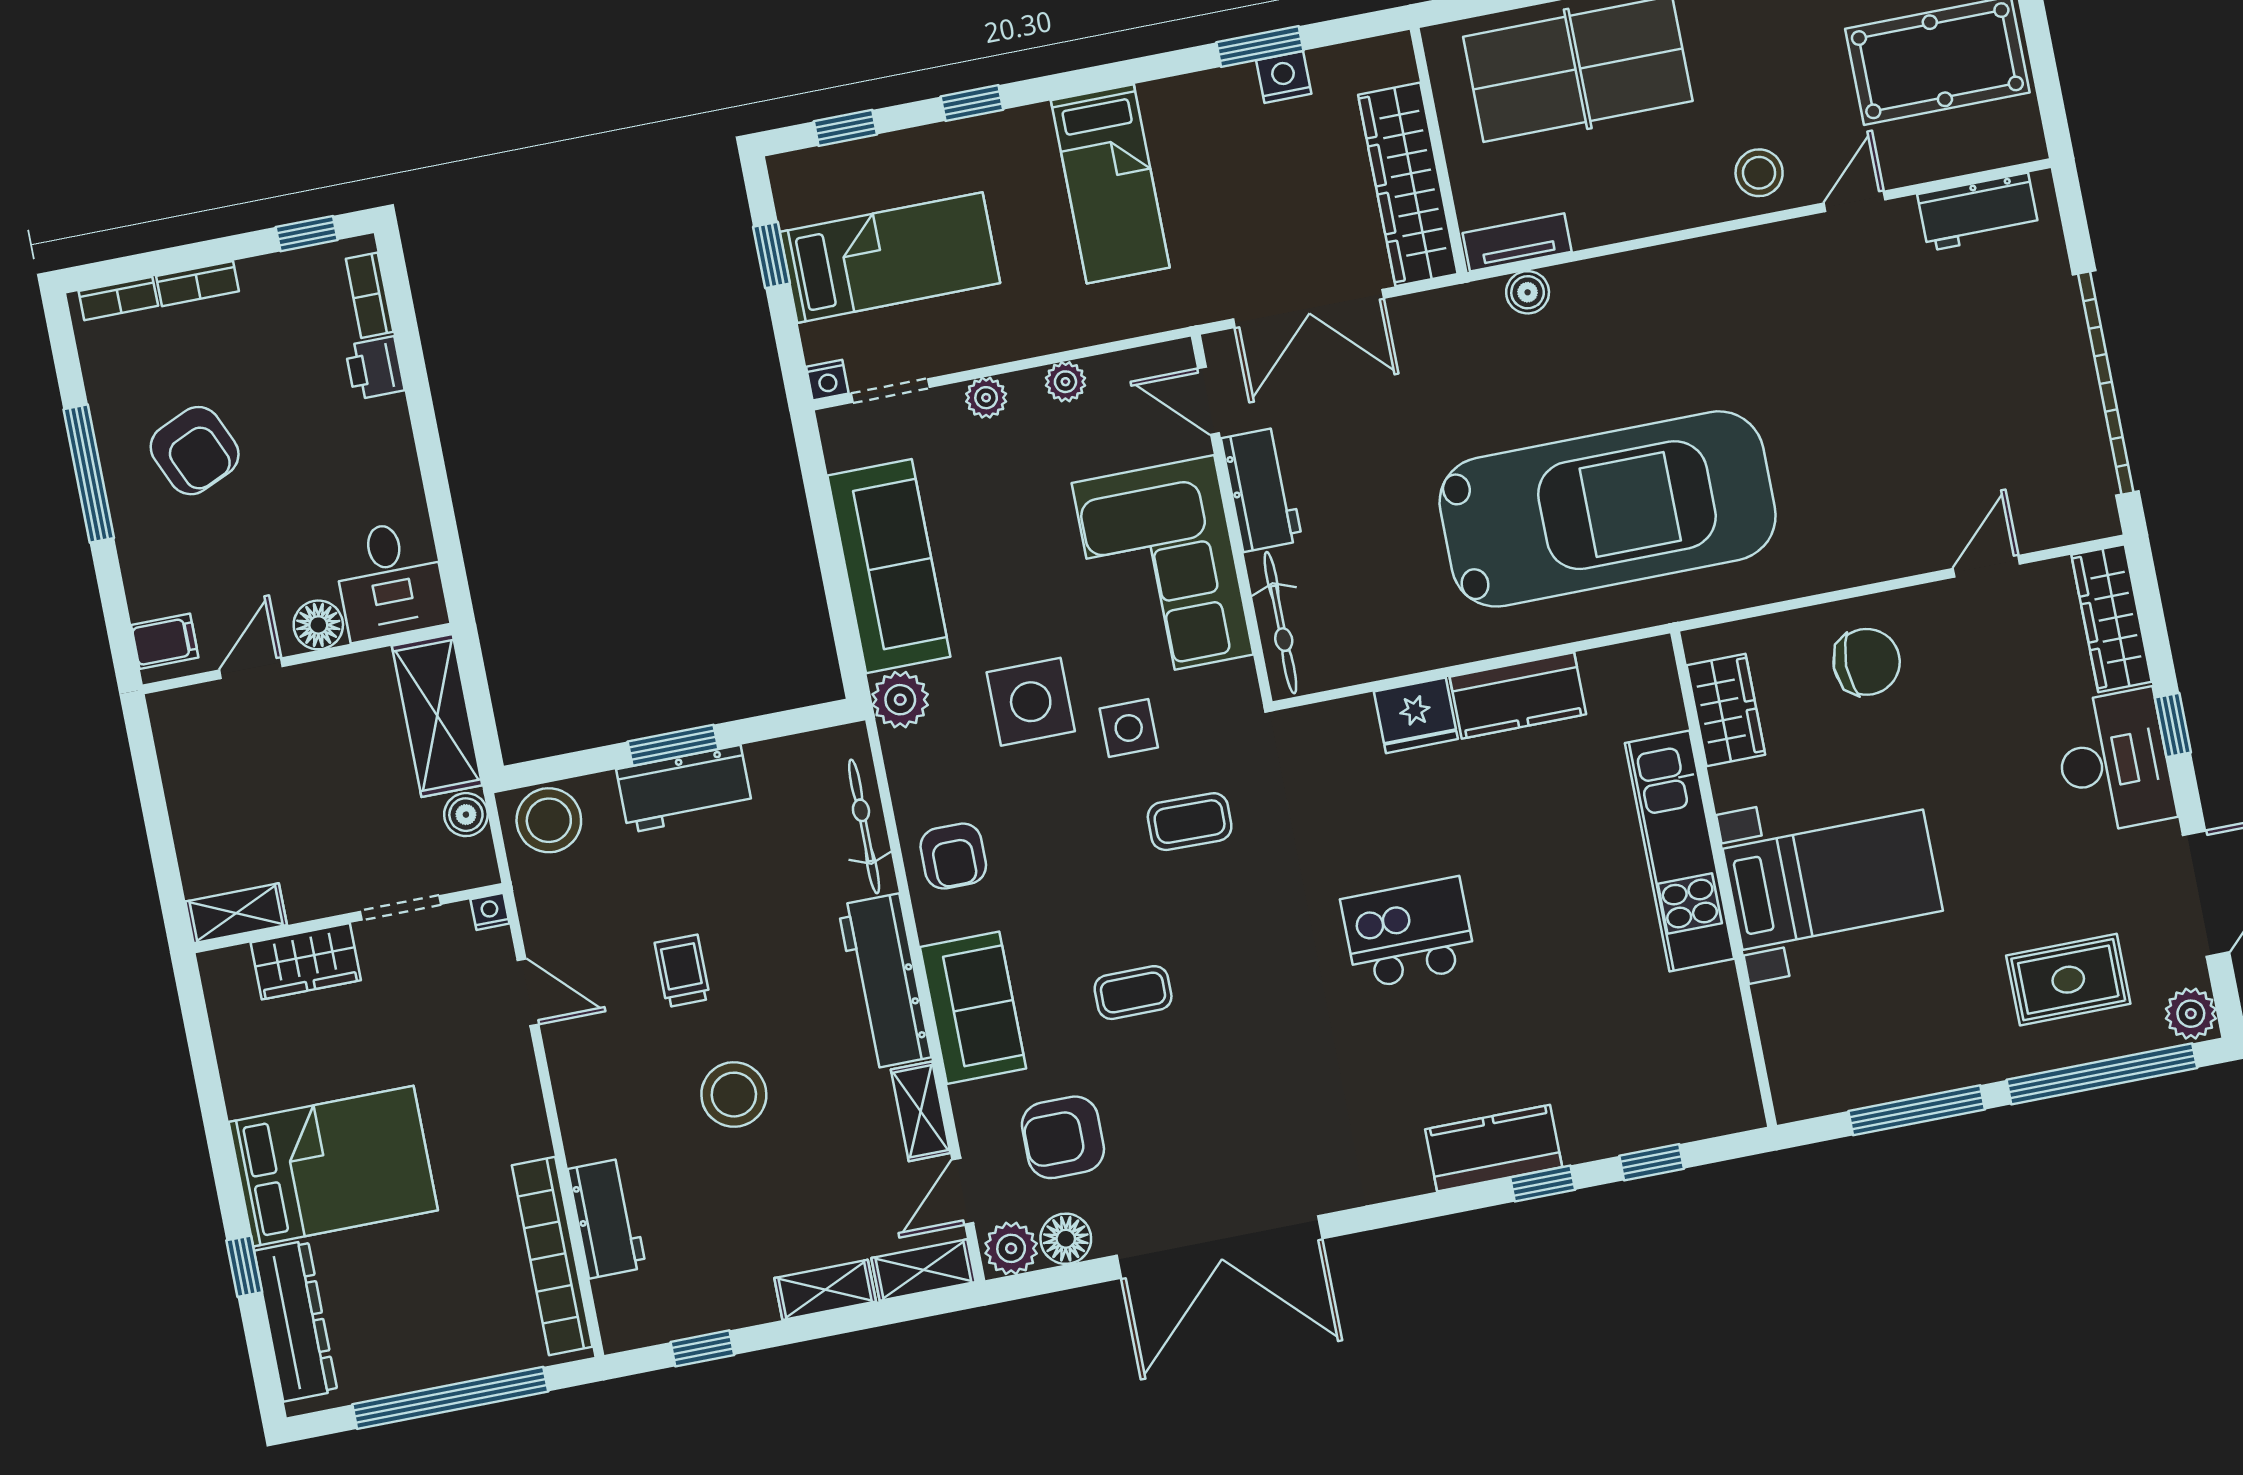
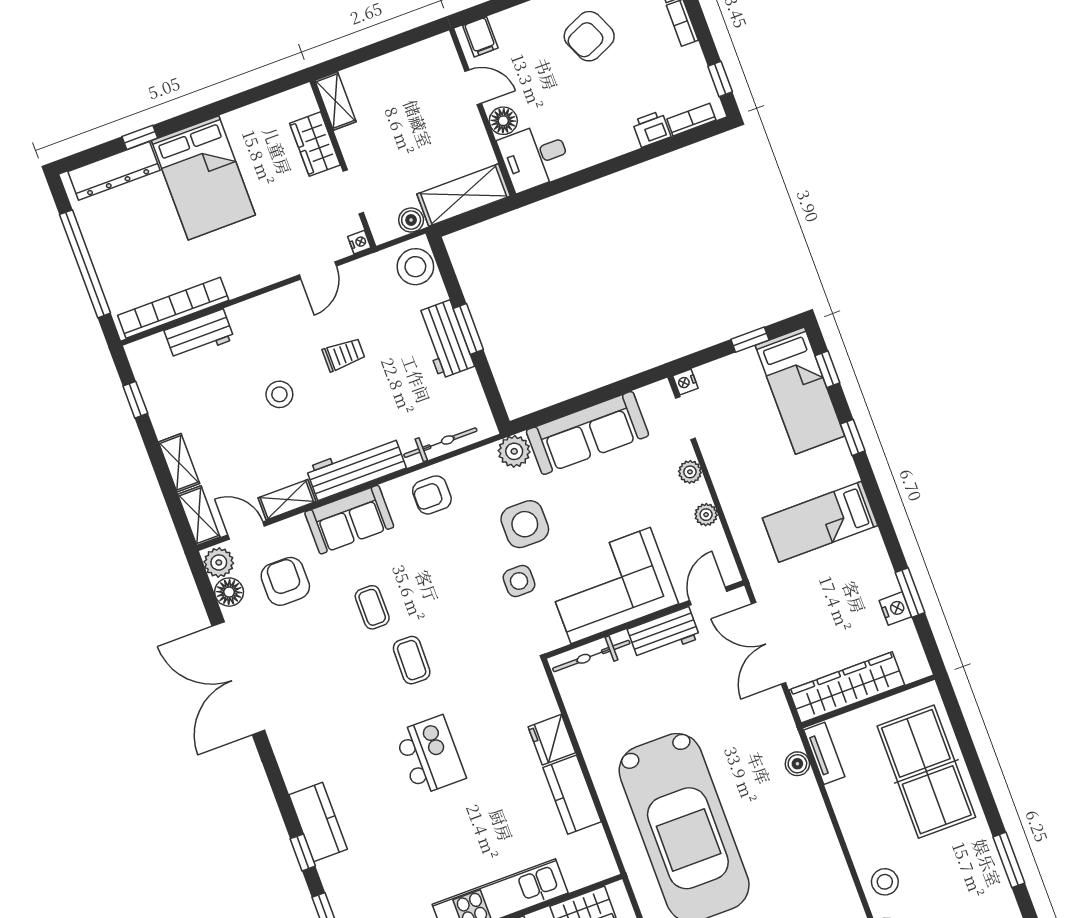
bed: (890, 258) -> (800, 391), moved
coffee table: (1190, 822) -> (412, 660), moved
stool: (734, 1095) -> (279, 394), width x0.73, depth x0.73

